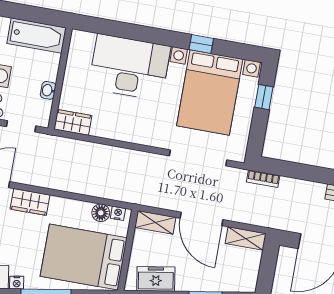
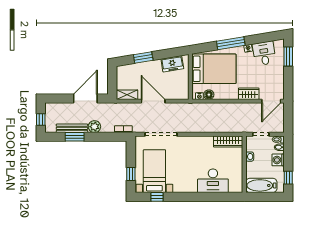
window: (201, 44) -> (157, 197), moved
desk: (129, 67) -> (213, 181), width x0.73, depth x0.77
bed with nightstands: (210, 92) -> (154, 171), width x0.73
wardrobe: (73, 122) -> (228, 141), width x1.50
plant: (313, 192) -> (94, 127), added
shelving: (155, 222) -> (178, 95), removed

